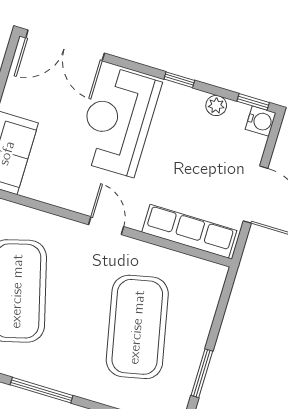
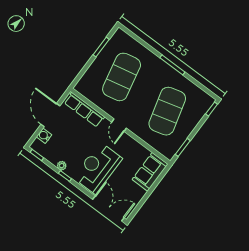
plant: (216, 105) -> (62, 166), moved
reception desk: (118, 121) -> (98, 168), turned 180
water cooler: (261, 121) -> (44, 136), moved

